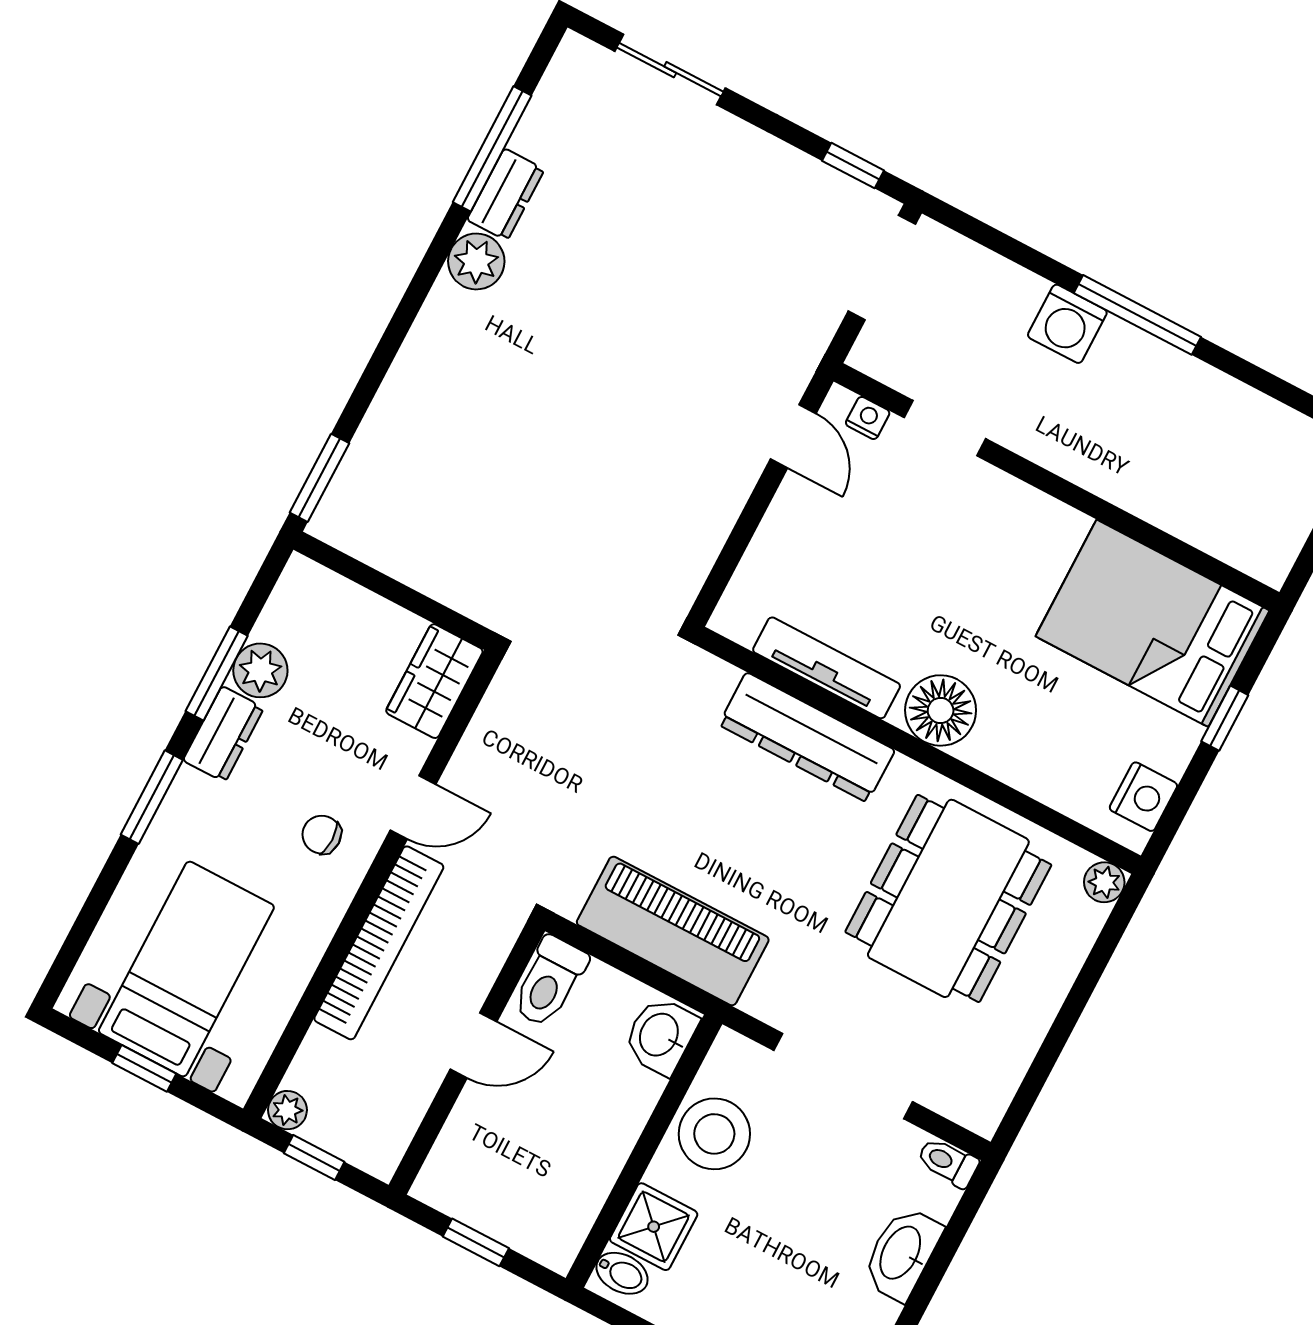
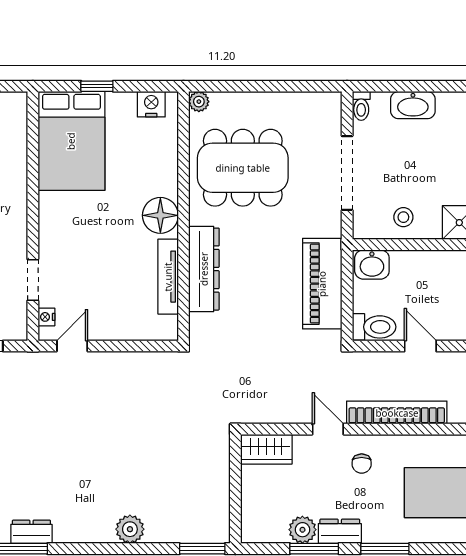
plant: (476, 261) -> (130, 529), moved
stool: (714, 1134) -> (403, 217), width x0.53, depth x0.53

